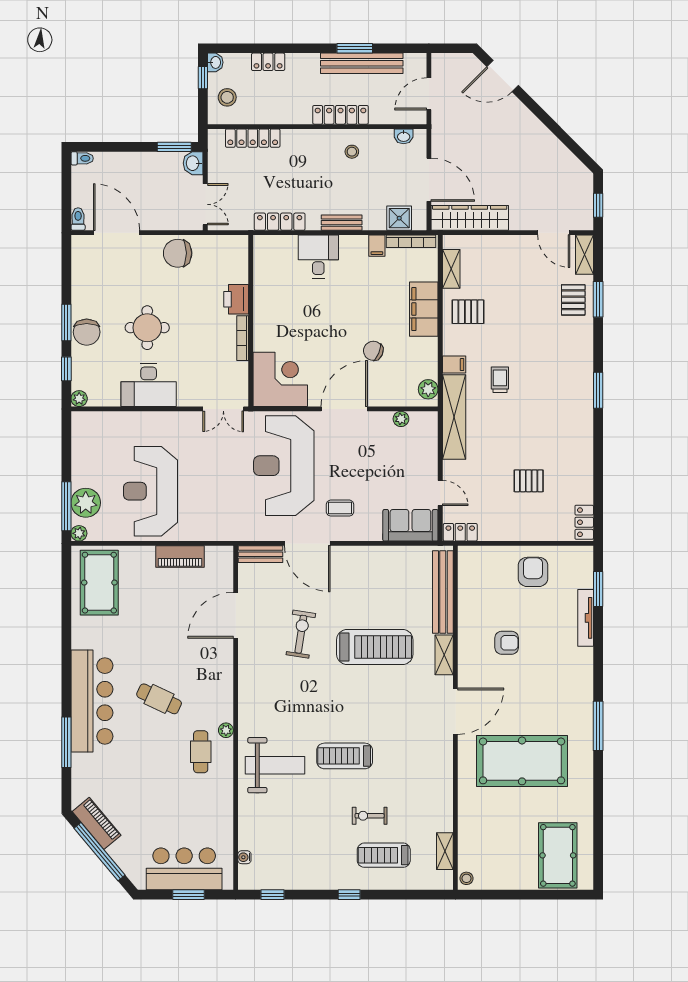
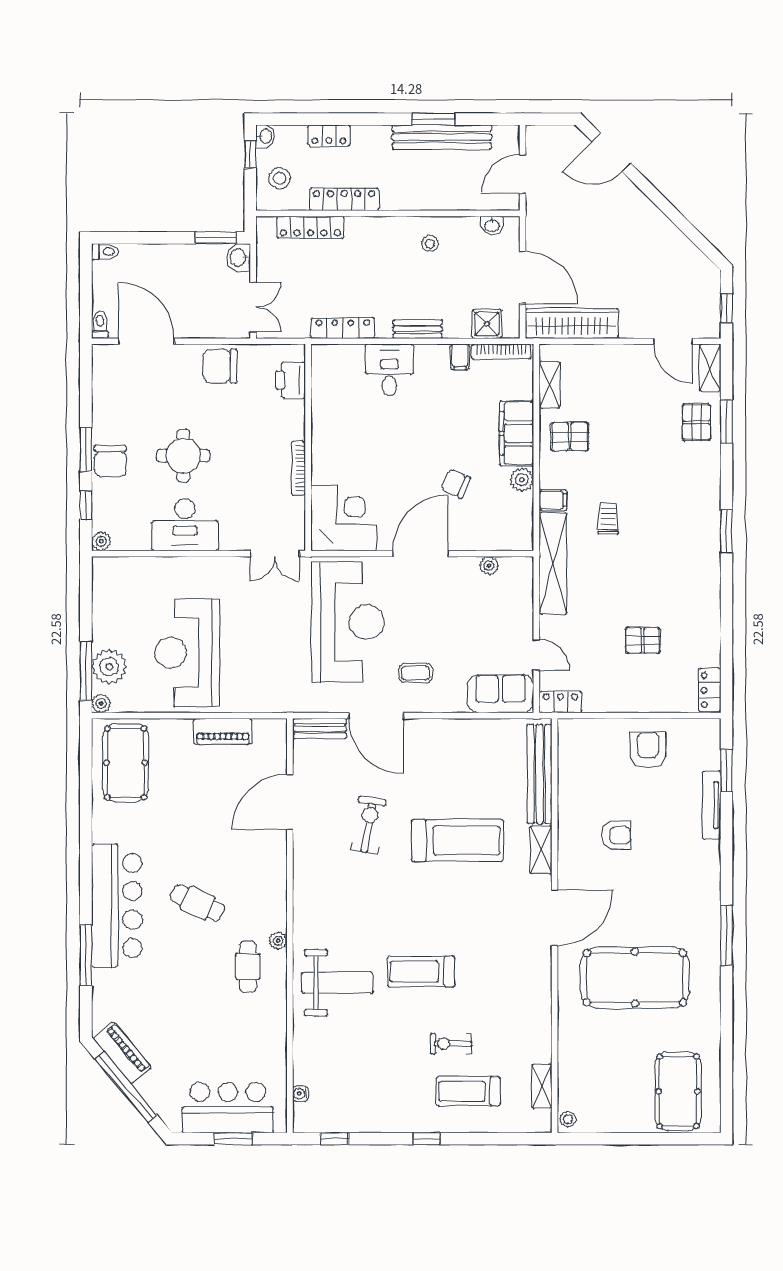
locker: (341, 115) -> (344, 199), moved
printer: (236, 299) -> (290, 380), moved
plant: (428, 389) -> (522, 480), moved
reception desk: (284, 466) -> (348, 622), turned 180

